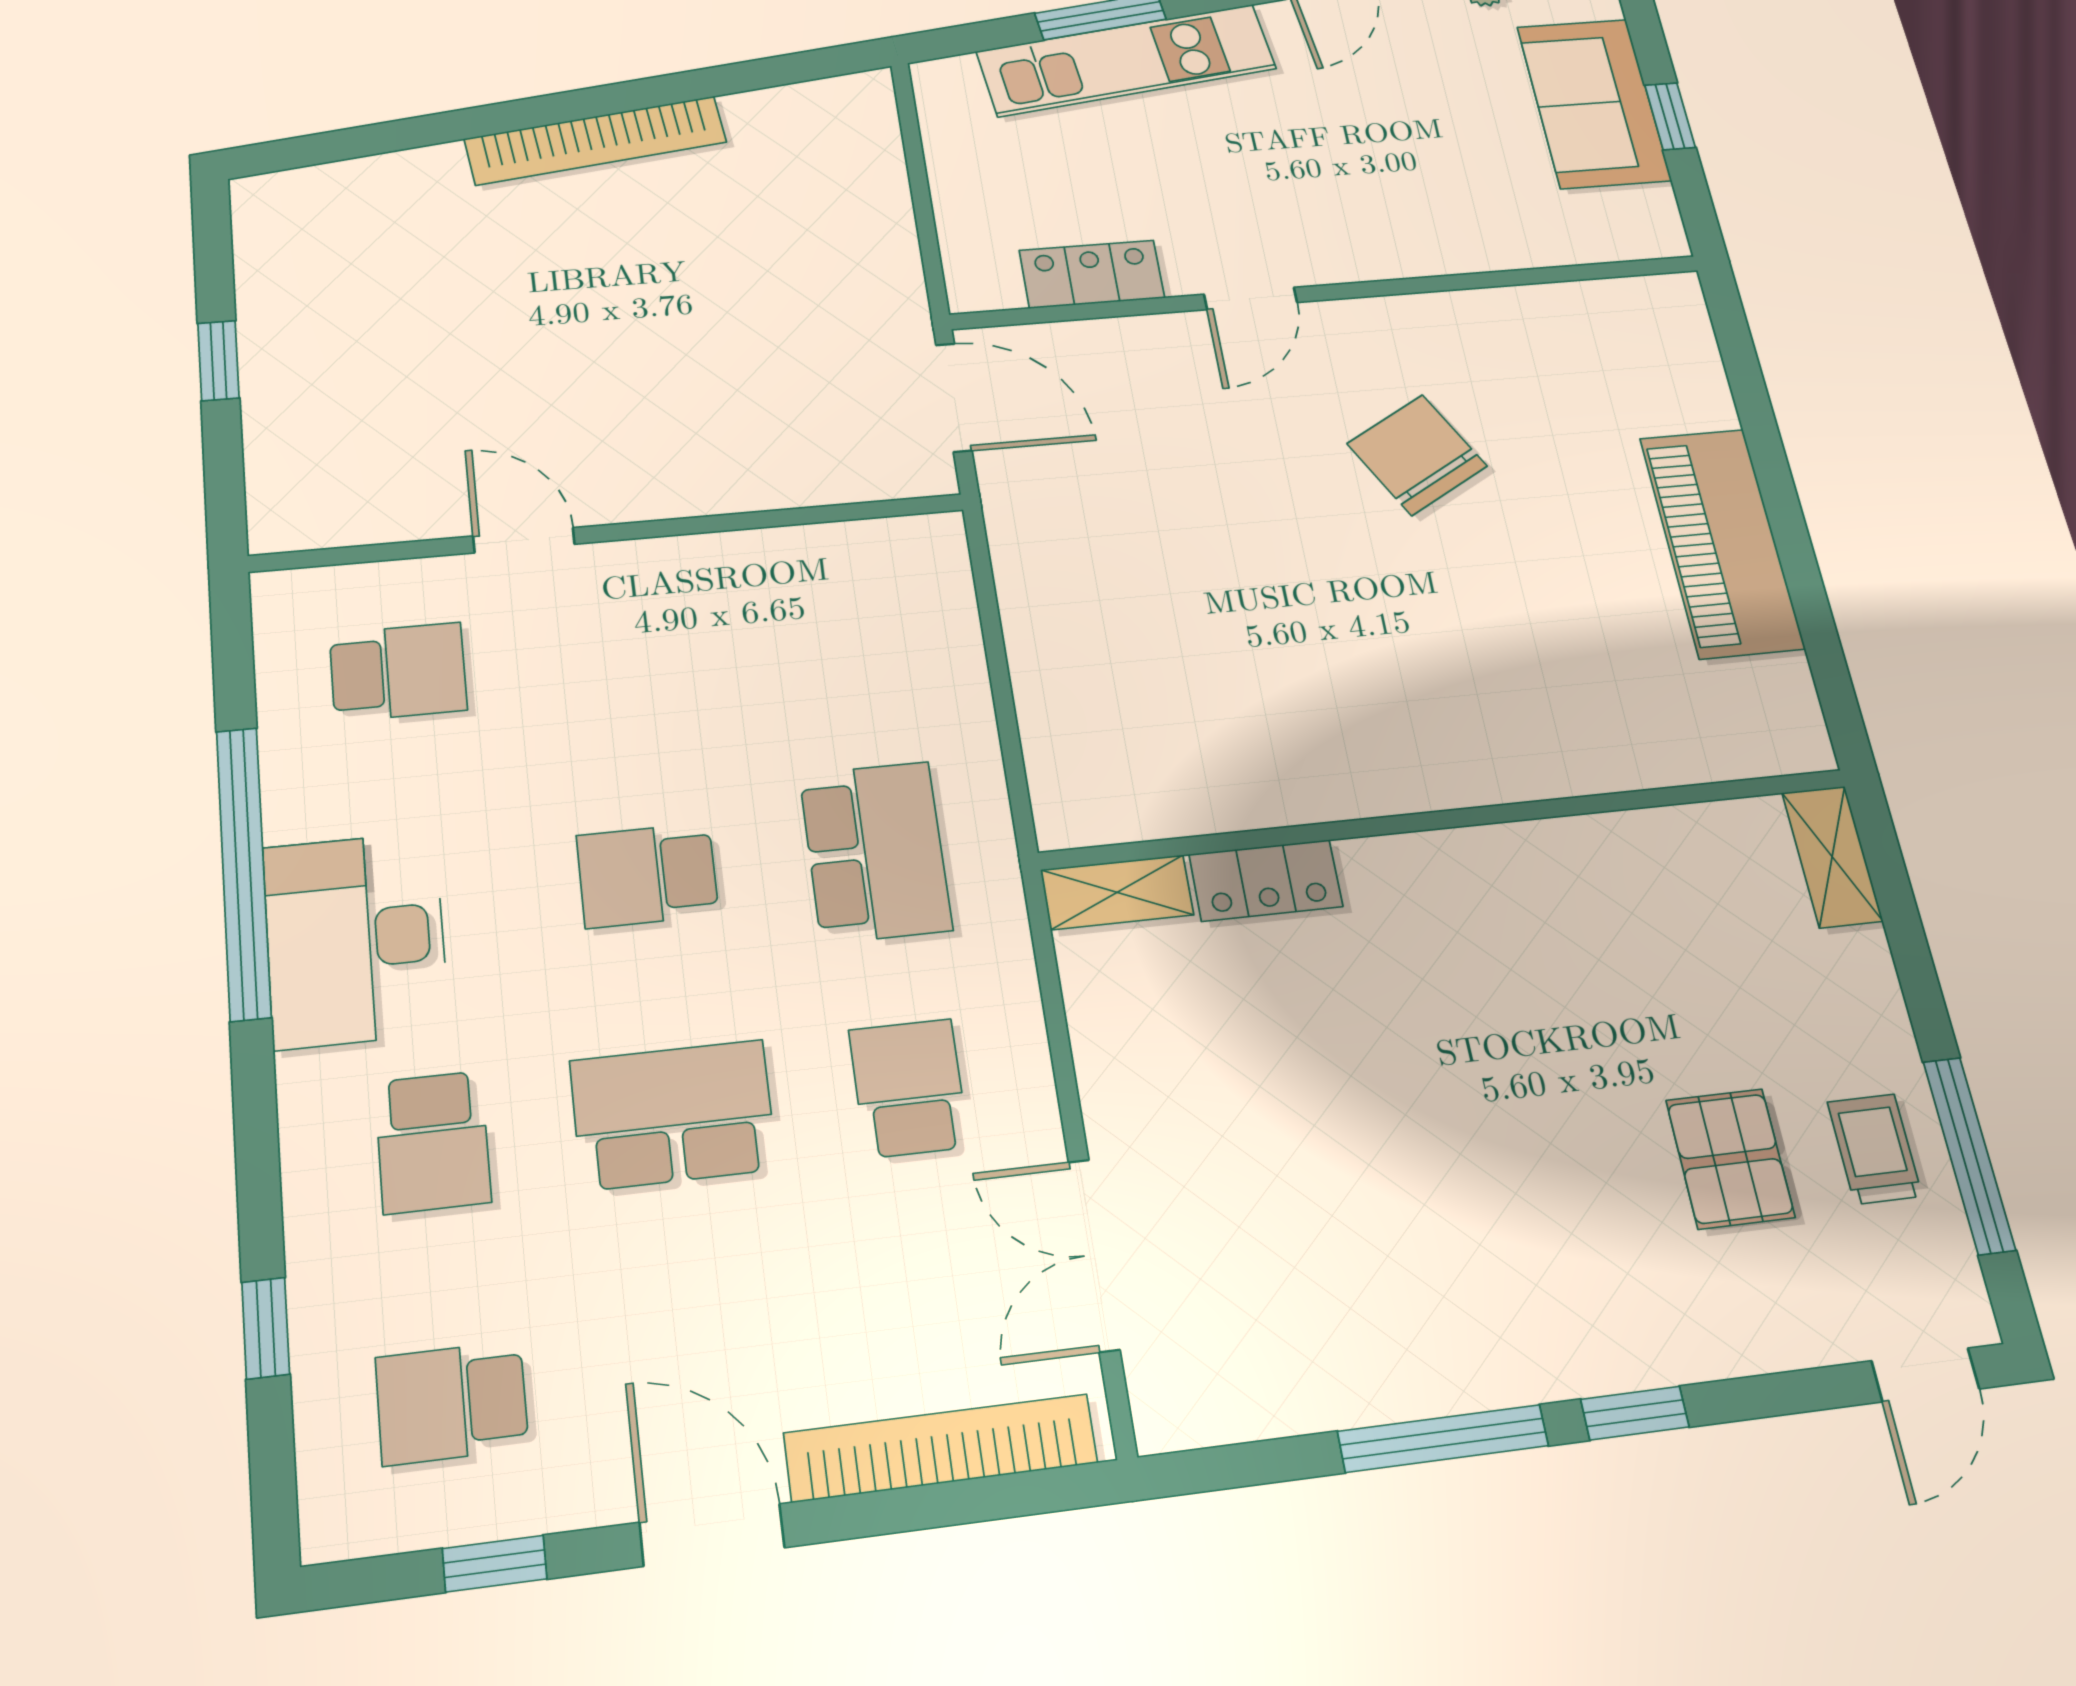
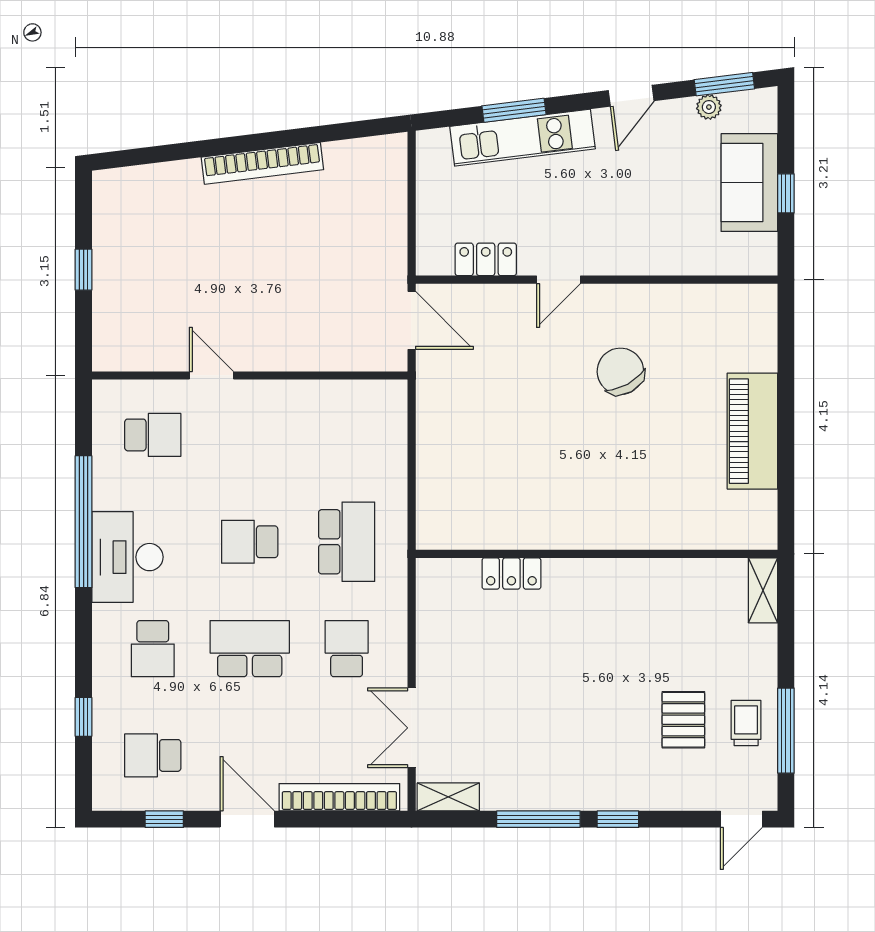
shelving: (1117, 892) -> (448, 797), moved

